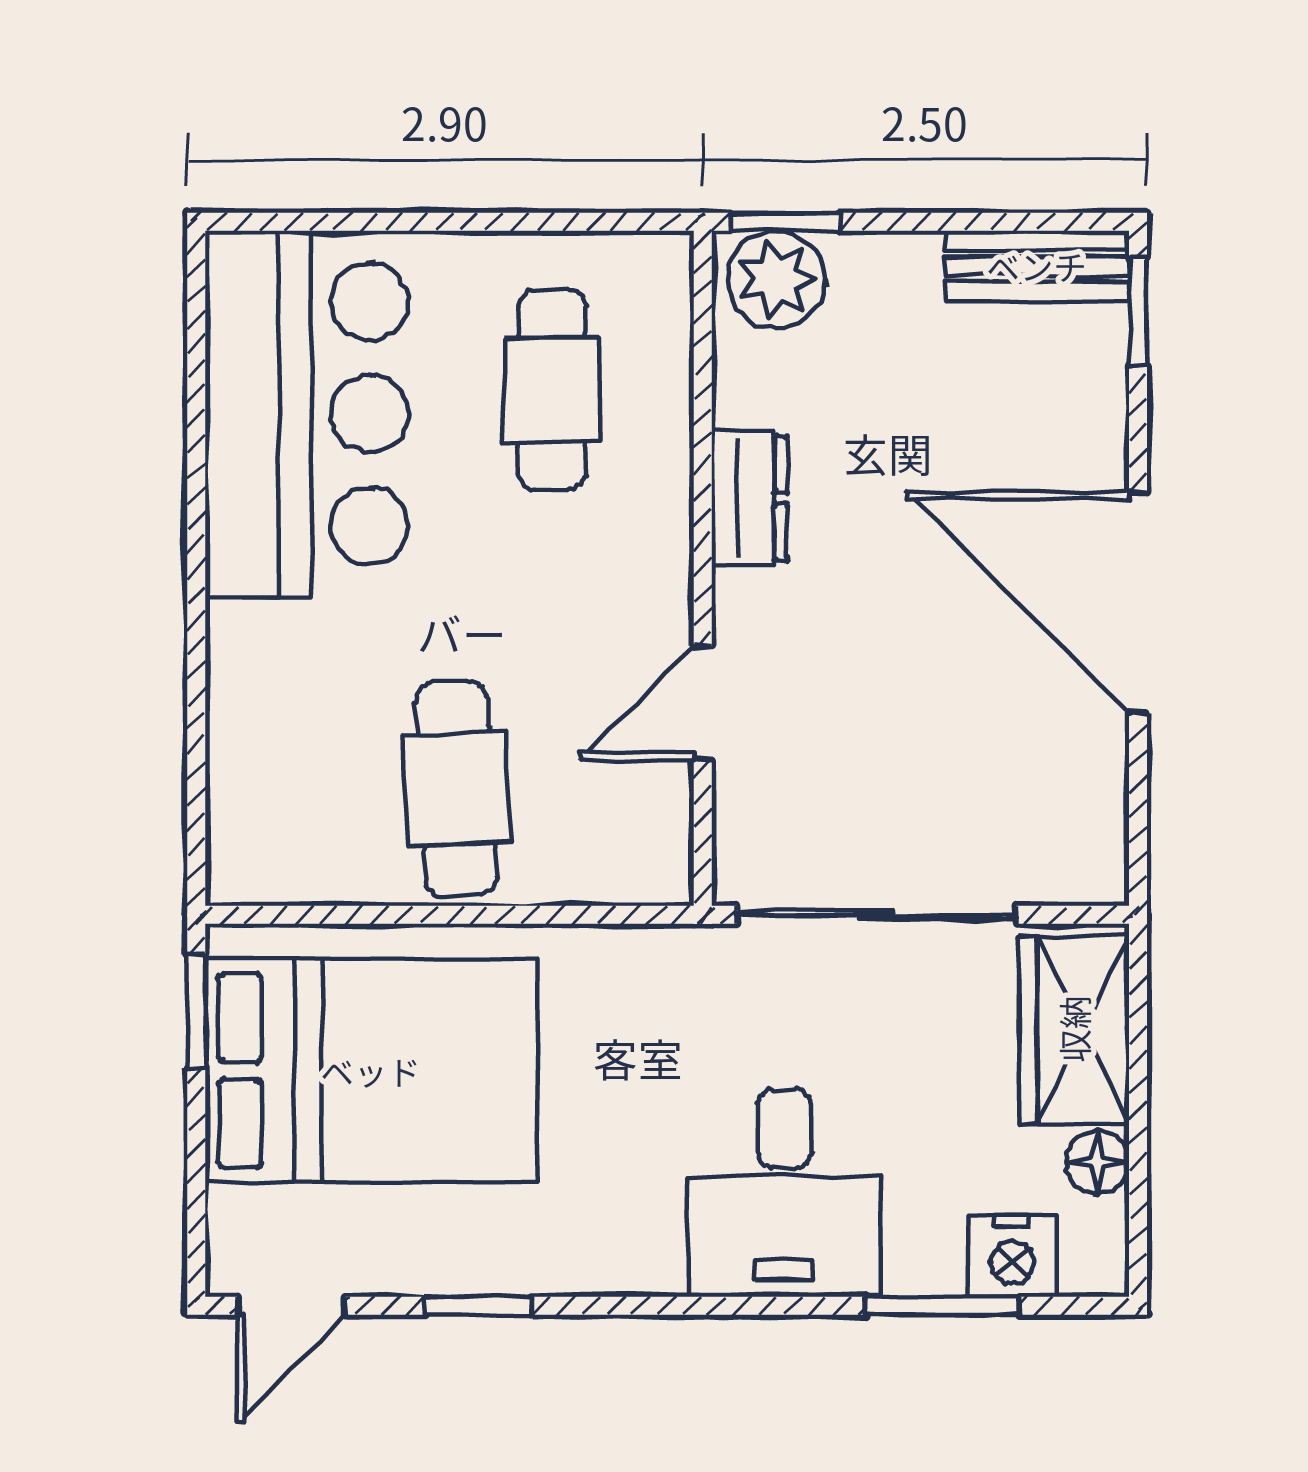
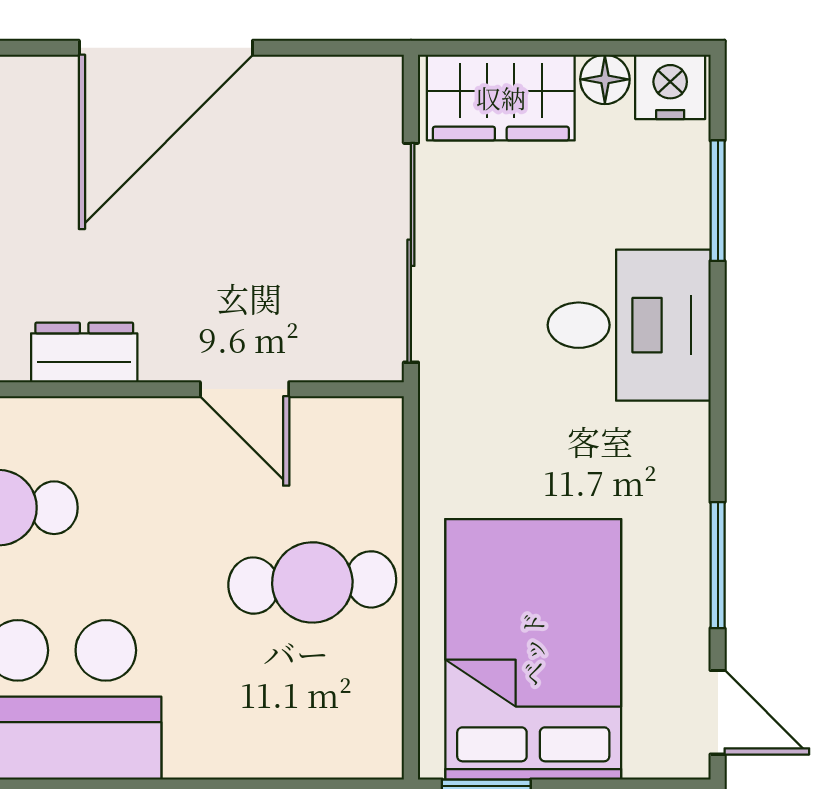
nightstand: (1012, 1256) -> (670, 87), moved, turned -90
window: (478, 1306) -> (718, 565), width x1.50

